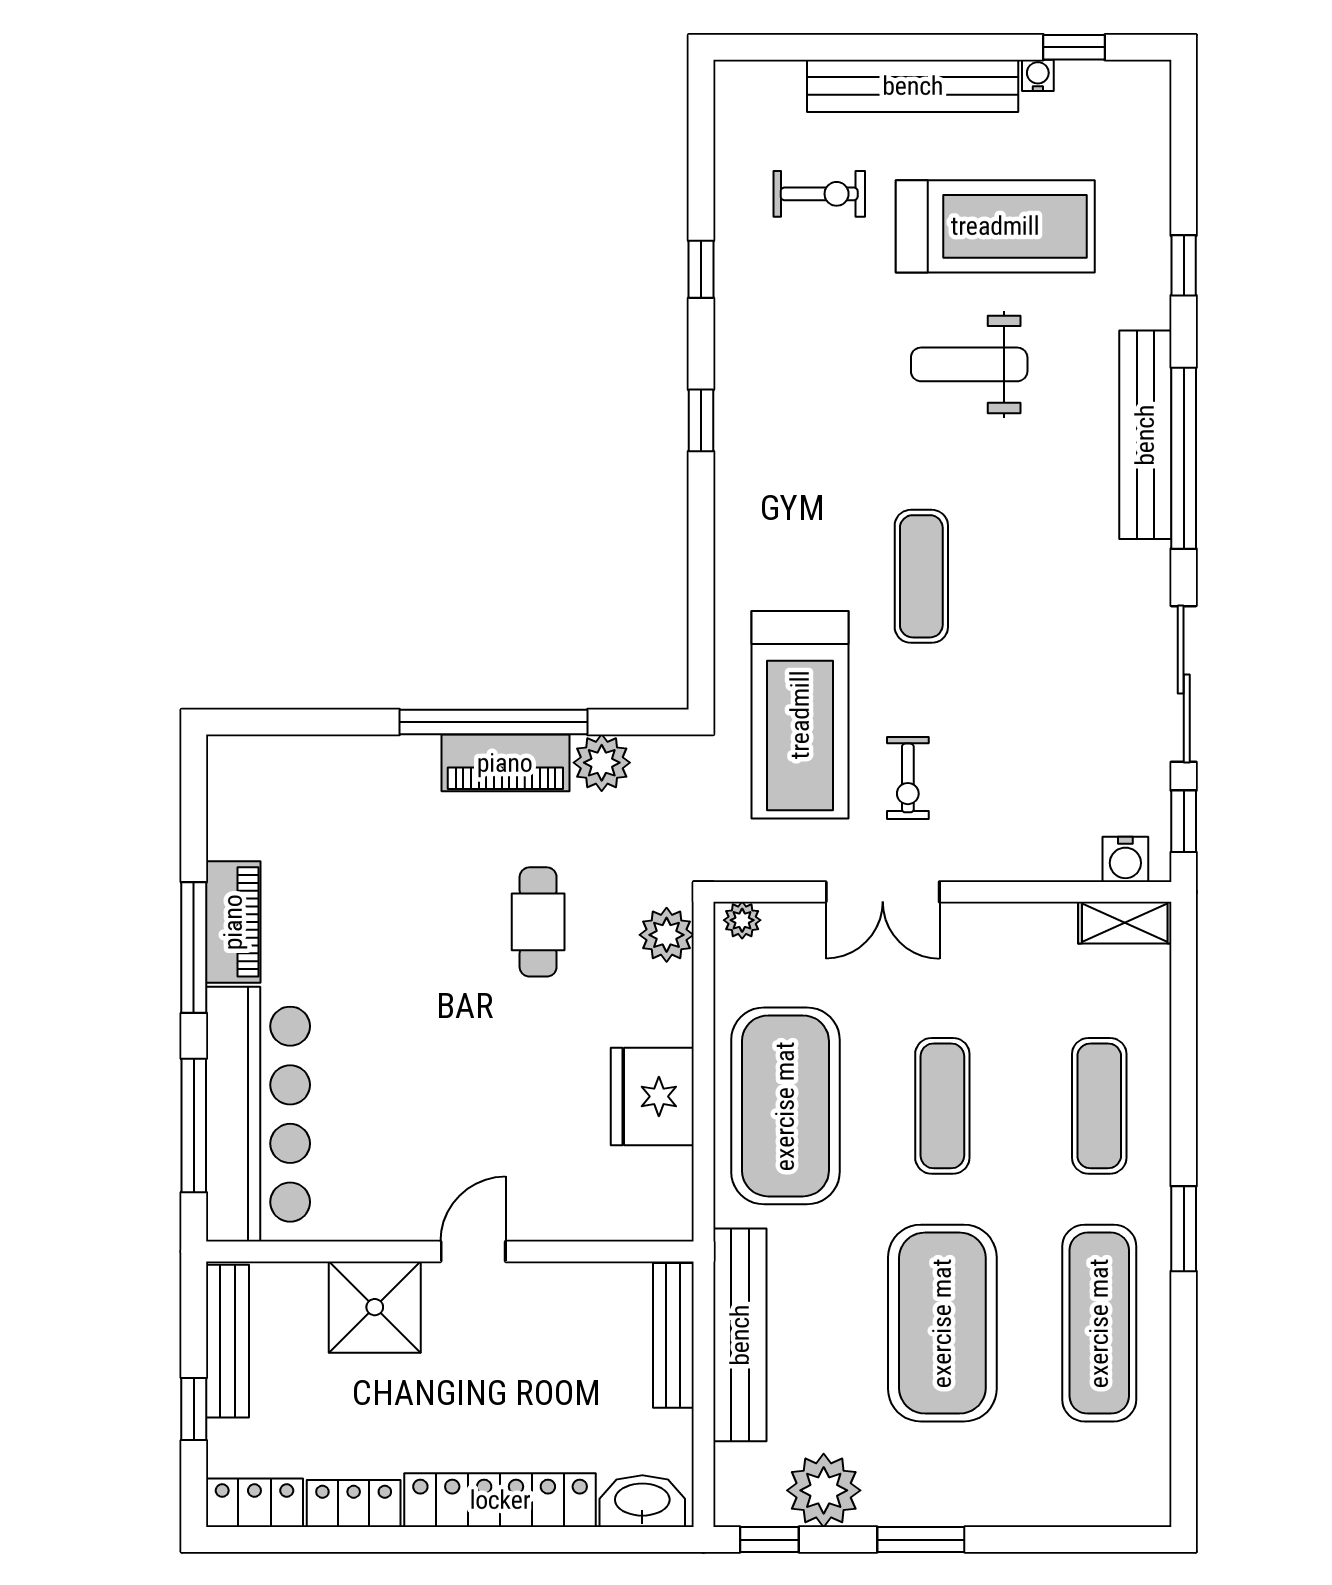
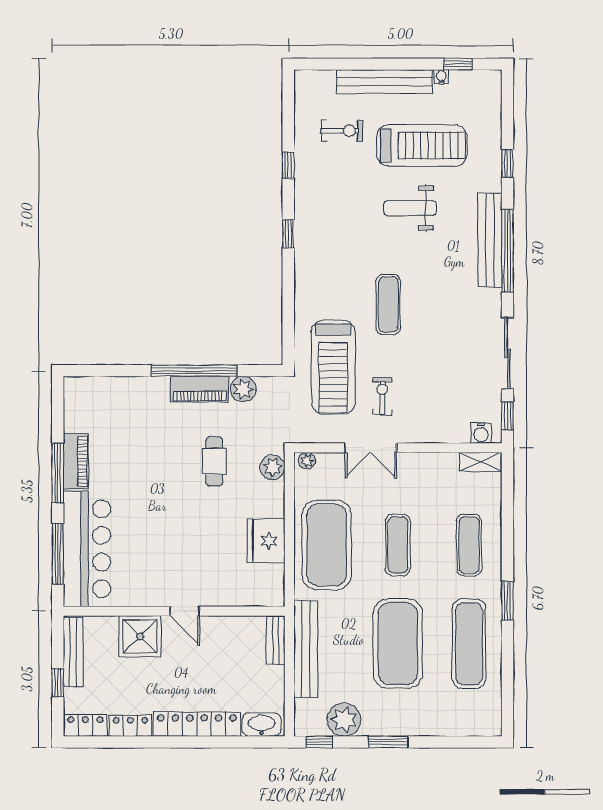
exercise bike: (908, 778) -> (382, 396), turned 180
door: (473, 1251) -> (185, 611), swing flipped
bench: (673, 1335) -> (276, 640), width x0.73

